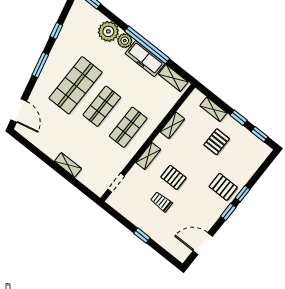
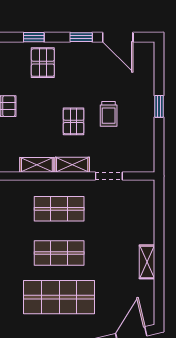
shelving: (172, 125) -> (37, 165), moved
shelving: (68, 165) -> (147, 262), moved
doorway: (116, 182) -> (109, 176), moved
window: (228, 212) -> (81, 37), moved

